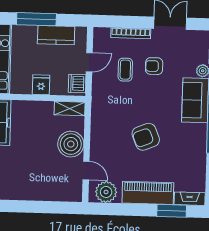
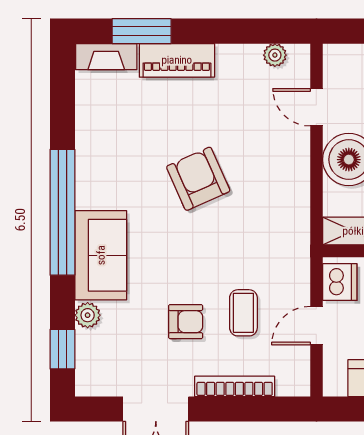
armchair: (146, 137) -> (198, 179), turned -92
plant: (106, 192) -> (275, 55), width x0.53, depth x0.53
piano: (148, 193) -> (177, 60), width x0.73, depth x0.75

